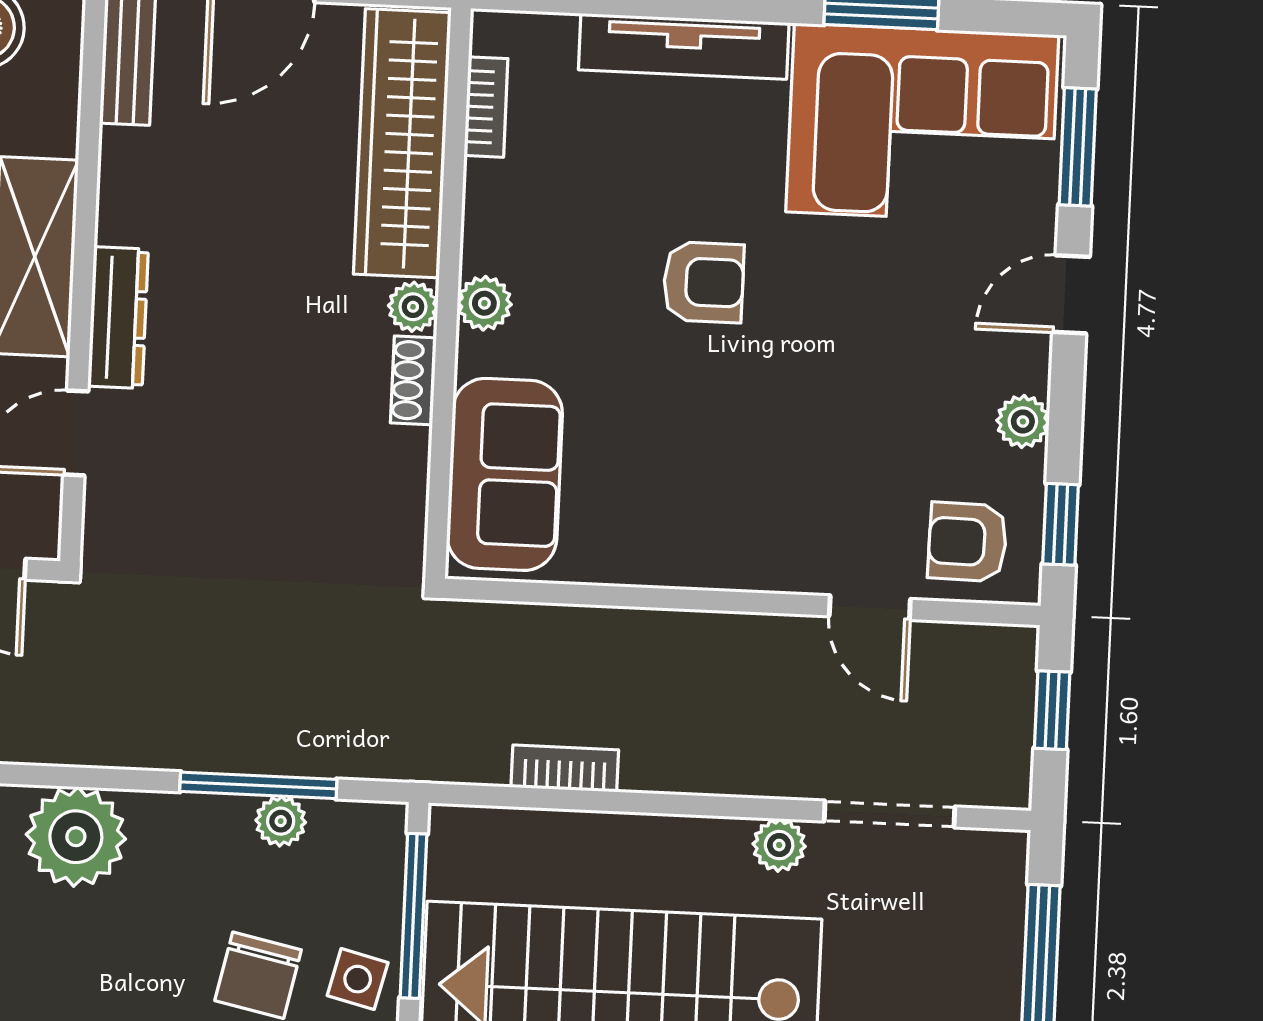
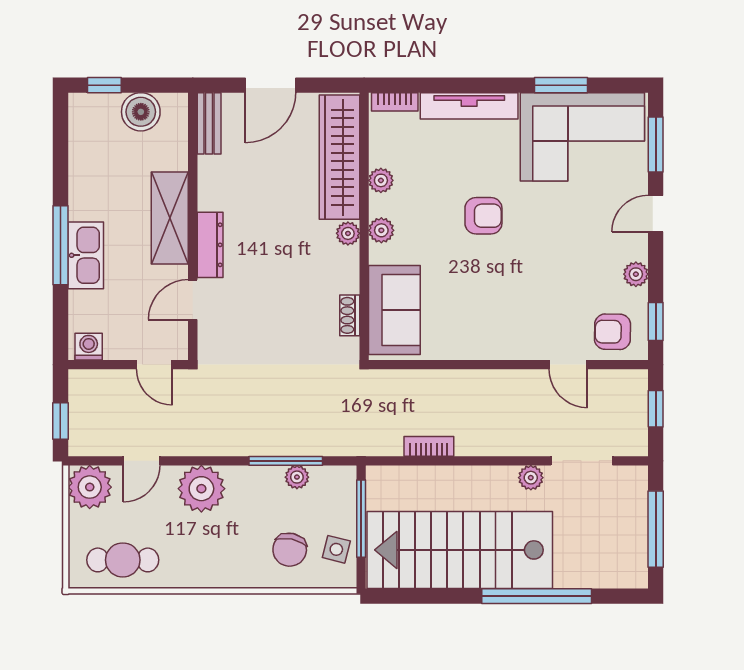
bookcase: (486, 107) -> (395, 102), moved, turned 90
plant: (488, 197) -> (381, 180), added
shoe rack: (413, 380) -> (350, 315), moved

